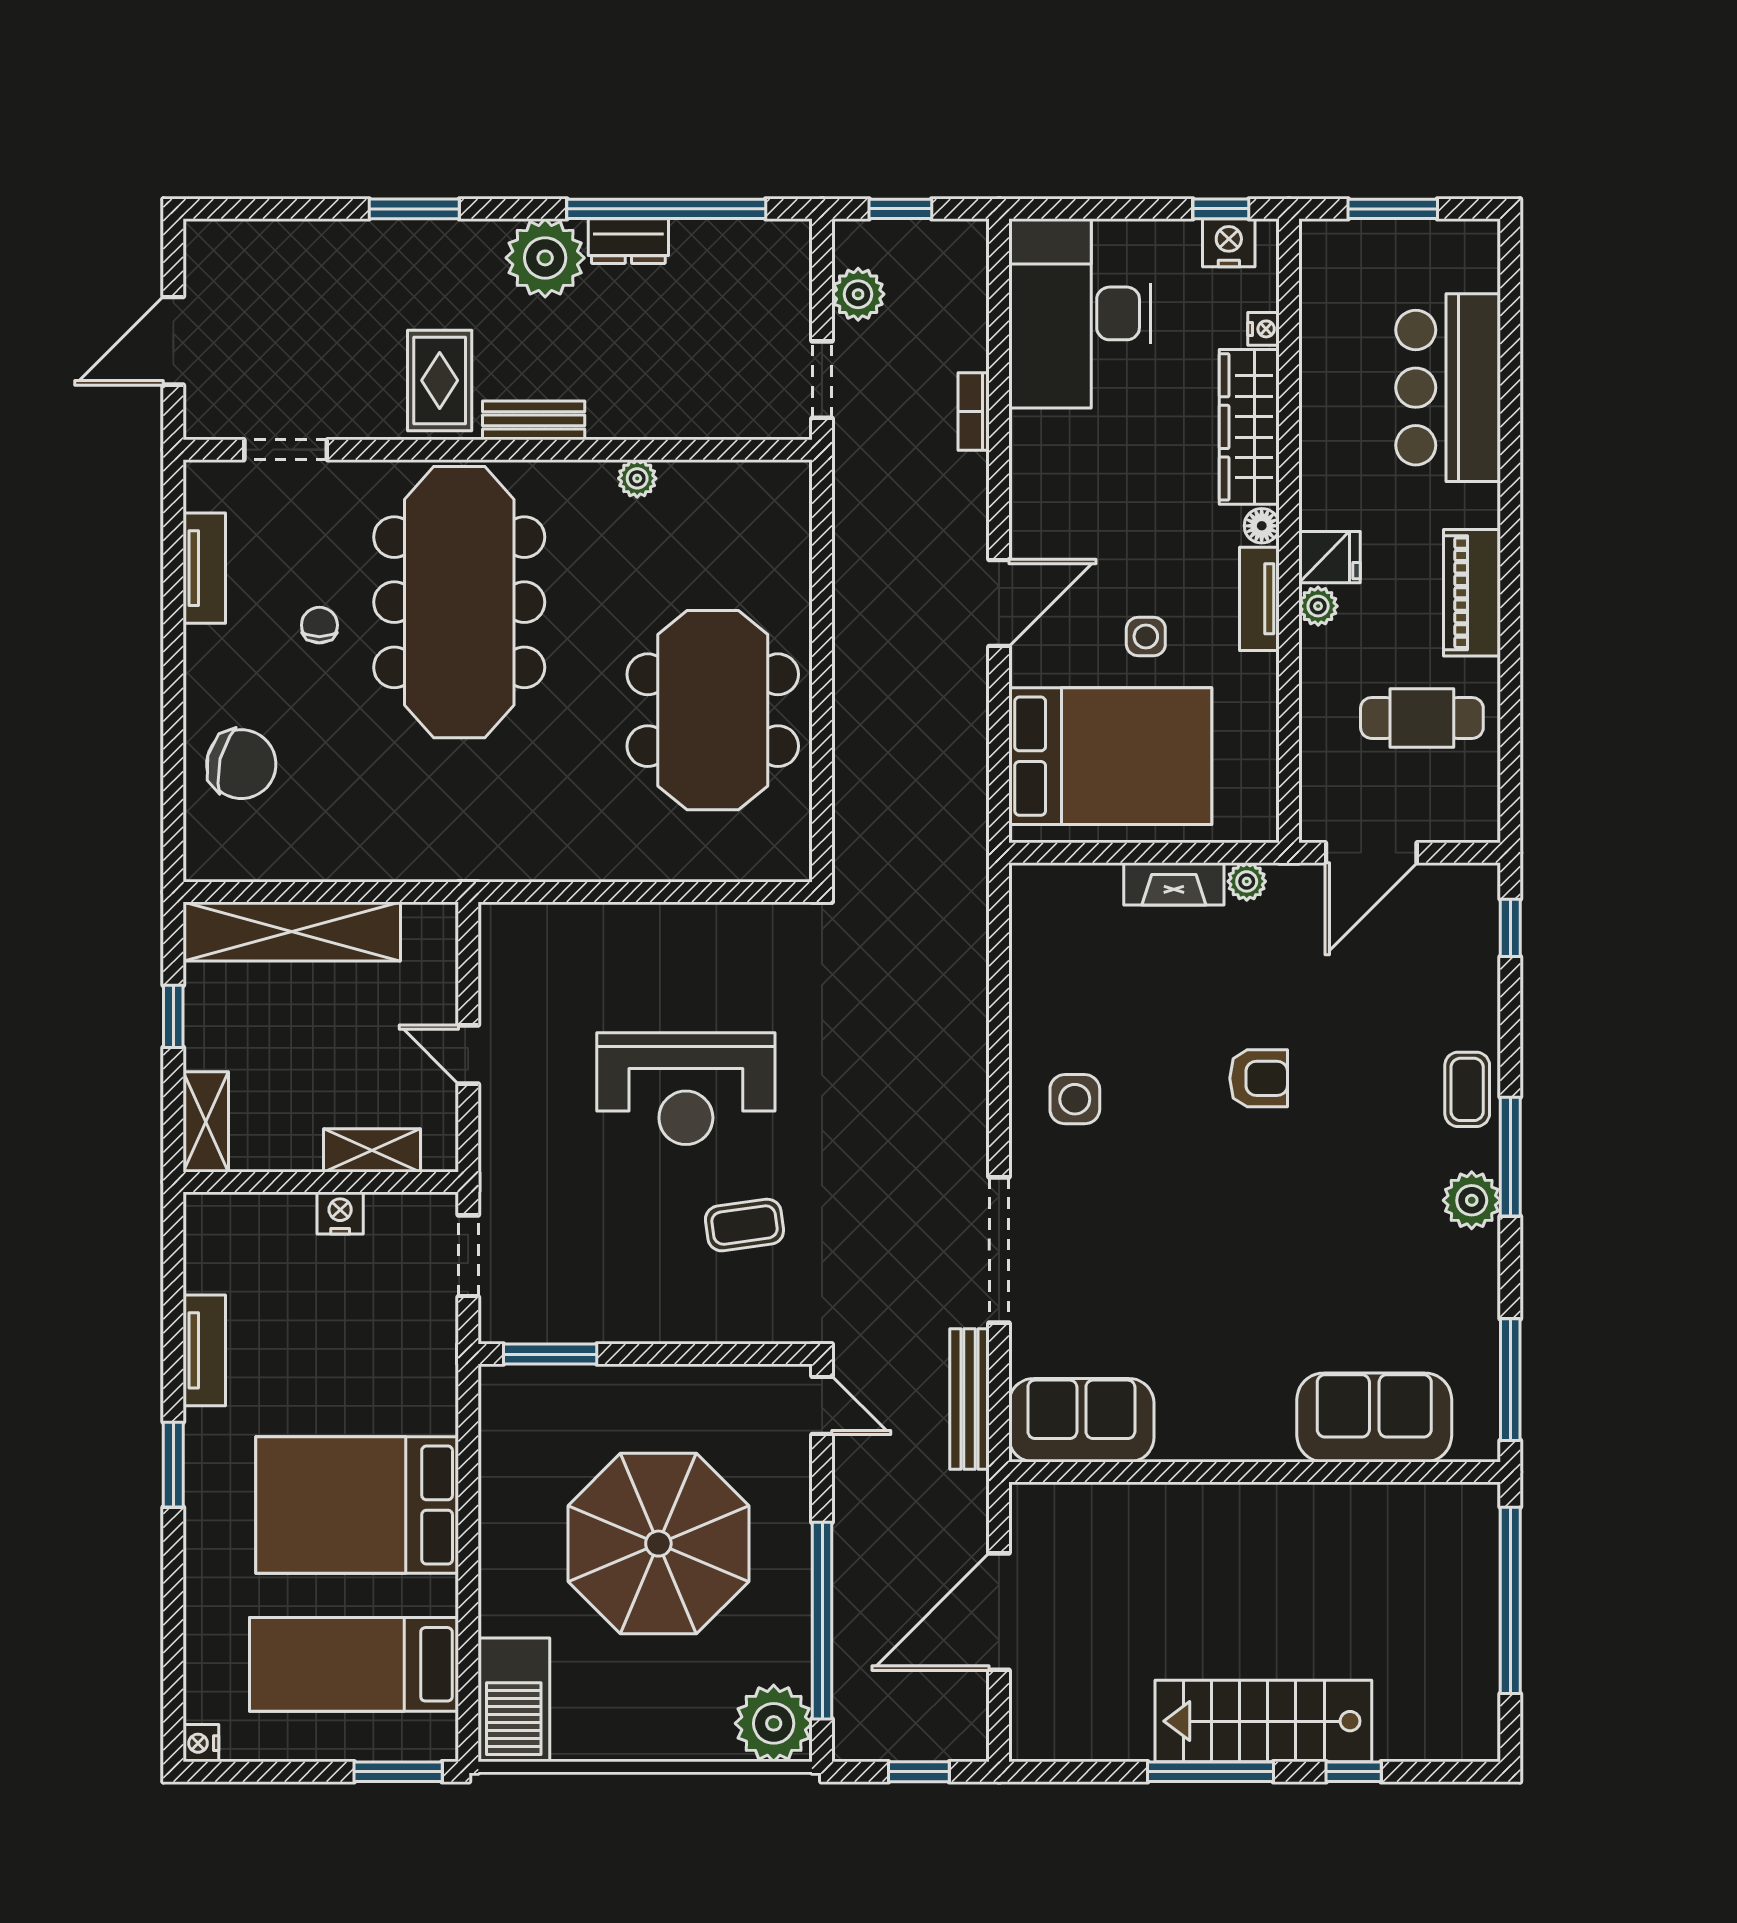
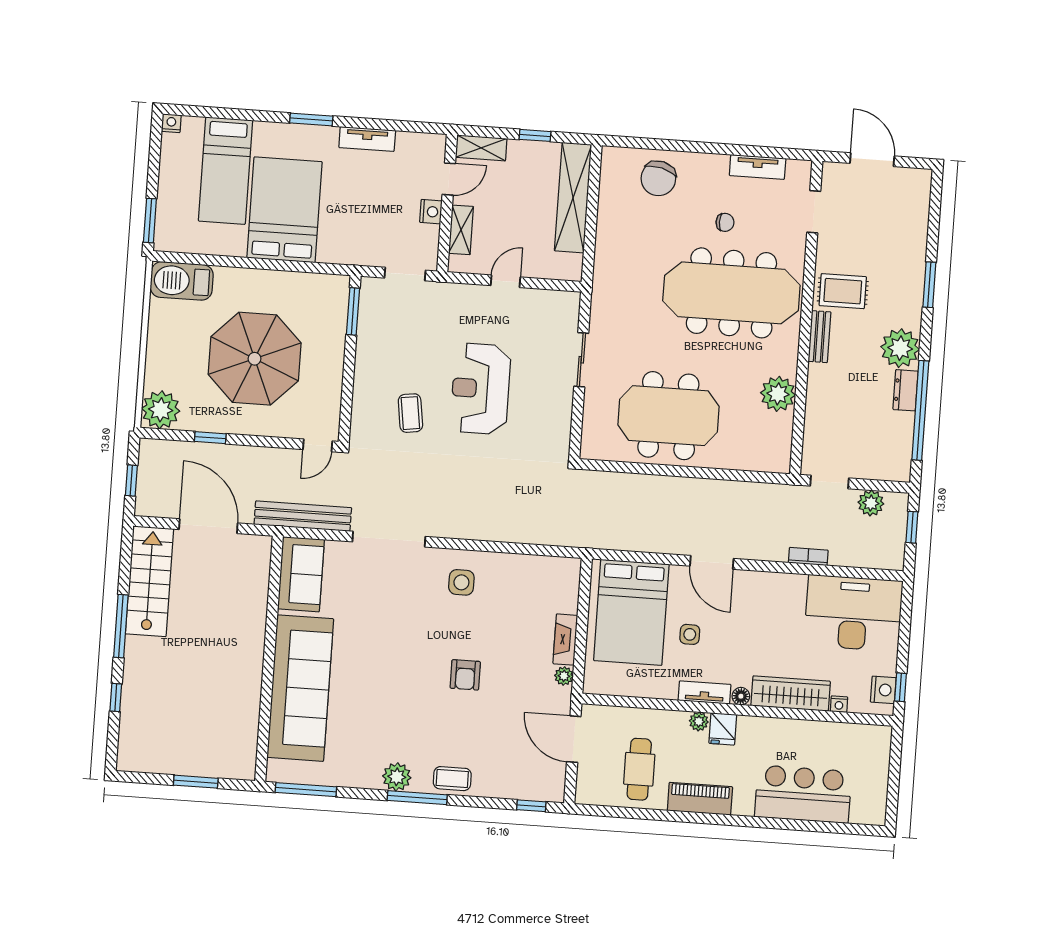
window: (1393, 209) -> (894, 773), removed
plant: (637, 478) -> (778, 394), width x1.88, depth x1.88
sliding door: (614, 892) -> (581, 360), added
door: (272, 1182) -> (449, 179), added
bench: (969, 1399) -> (303, 516), width x1.37, depth x1.21
sofa: (1374, 1417) -> (300, 688), width x1.85, depth x1.27
window: (1510, 1600) -> (196, 782), width x0.47
window: (822, 1621) -> (210, 438), width x0.32
bed: (354, 1664) -> (226, 171), moved, turned 180
stairs: (1263, 1721) -> (150, 581), moved

